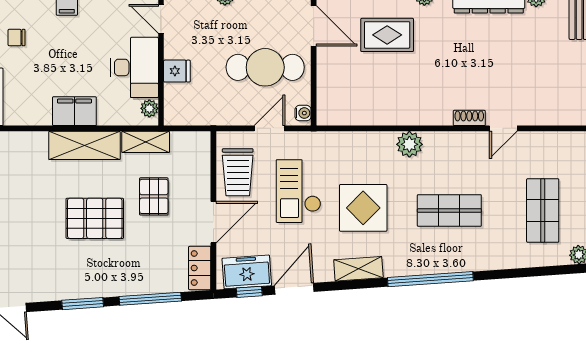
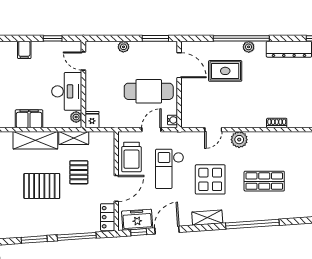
fridge: (177, 71) -> (92, 120), moved, turned -90
door: (503, 128) -> (213, 130), moved

